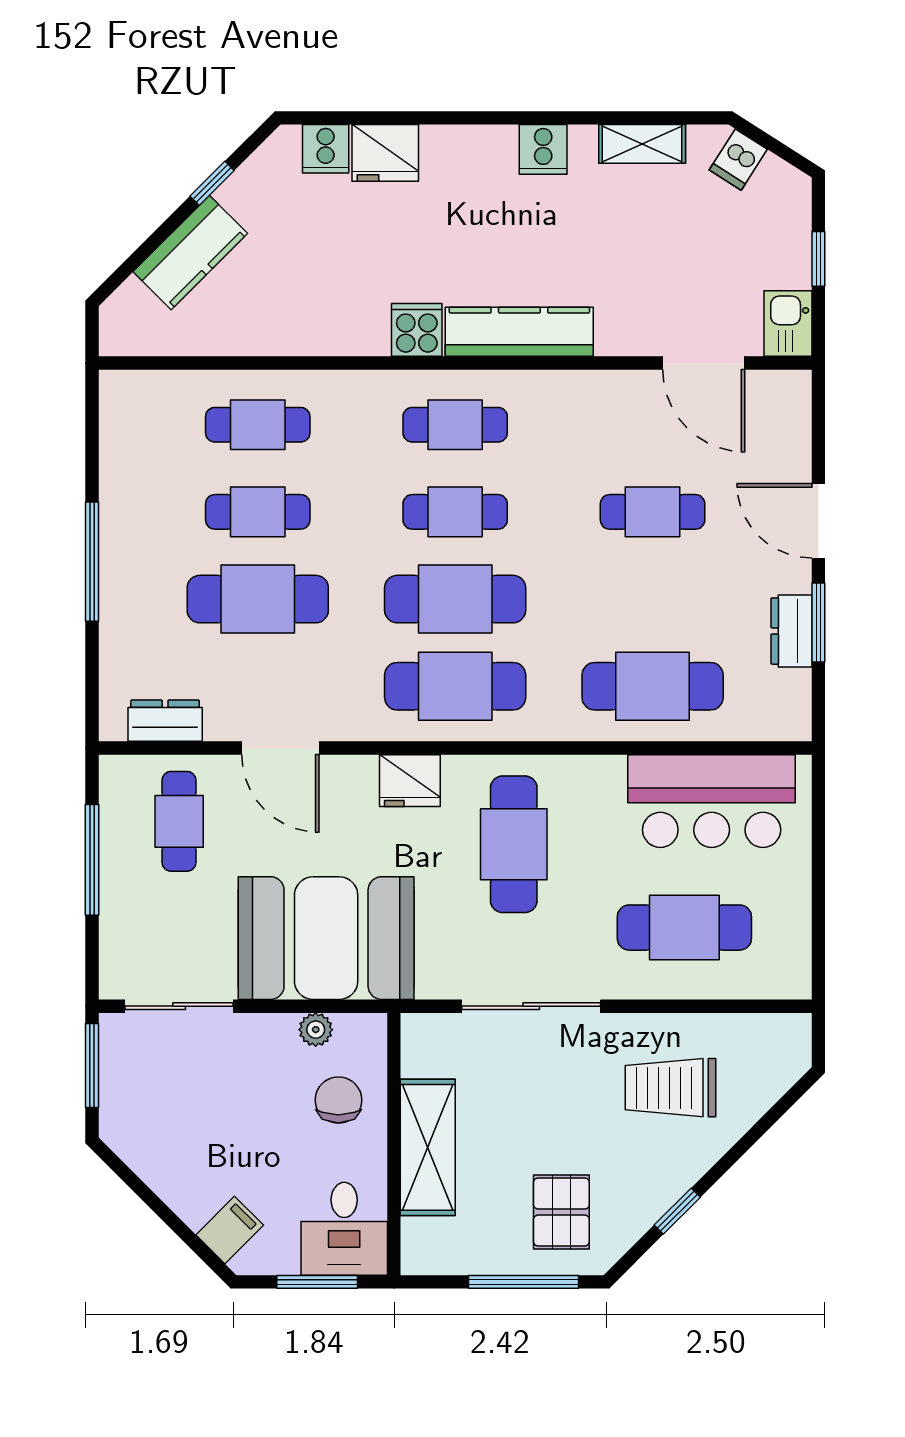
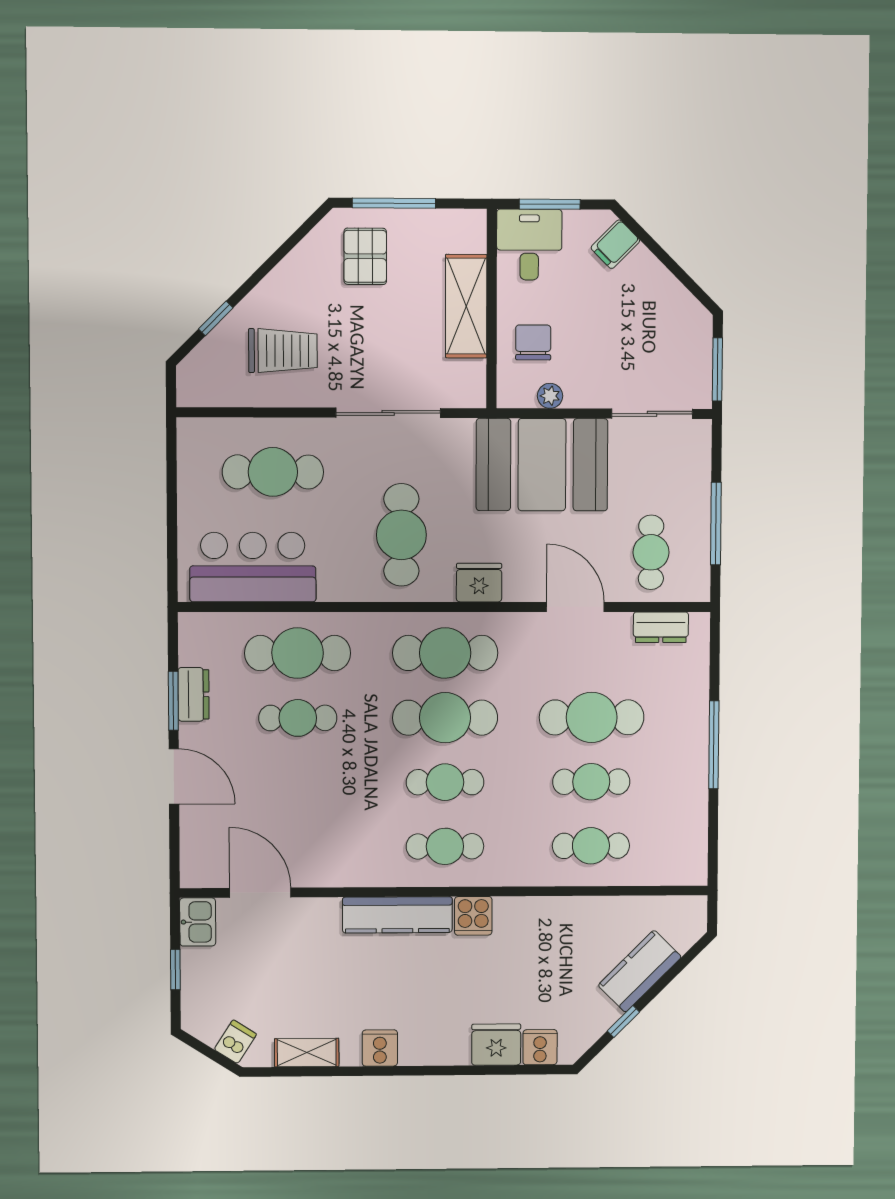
cafe table: (653, 512) -> (298, 718), moved
chair: (338, 1100) -> (533, 342), turned 180
window: (677, 1211) -> (216, 318), moved

